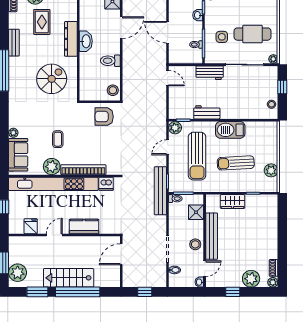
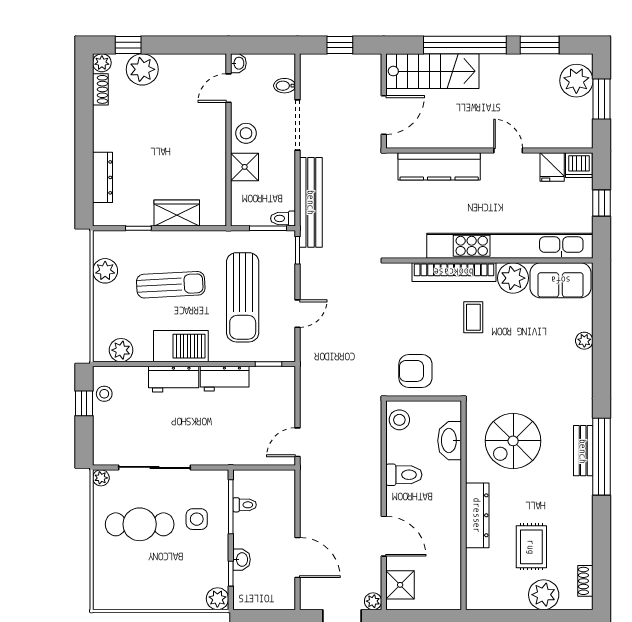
door: (121, 28) -> (384, 536), swing flipped
door: (168, 32) -> (298, 557), moved
washbasin: (86, 41) -> (450, 441), moved
bench: (14, 43) -> (583, 451), moved
workbench: (210, 73) -> (174, 379), moved, turned 180
door: (168, 78) -> (298, 442), hinge flipped
window: (282, 87) -> (84, 403), moved
armchair: (104, 117) -> (415, 371), turned 180
plant: (175, 128) -> (121, 350), moved
coffee table: (58, 139) -> (473, 317), moved
sofa: (18, 155) -> (561, 280), moved, turned -90
sun lounger: (197, 156) -> (243, 297), turned 180
dishwasher: (106, 184) -> (579, 165), moved, turned 180
bench: (160, 191) -> (311, 202), moved
shower: (196, 212) -> (245, 167), moved
dresser: (272, 221) -> (103, 177), added
kitchen counter: (84, 227) -> (439, 166), width x1.50
door: (54, 235) -> (508, 151), swing flipped
bench: (212, 236) -> (216, 149), removed
stairs: (69, 278) -> (432, 71), moved
window: (233, 292) -> (128, 45), moved

